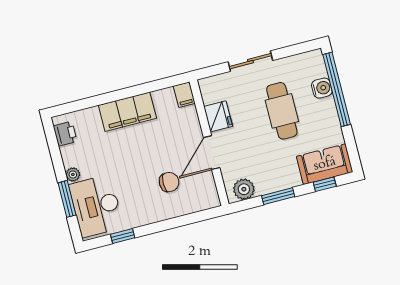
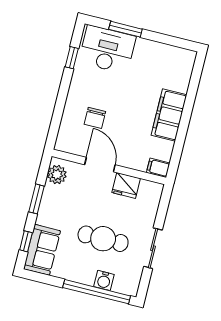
sliding door: (250, 61) -> (153, 248), moved
printer: (65, 134) -> (178, 56), removed
plant: (73, 175) -> (142, 44), removed

